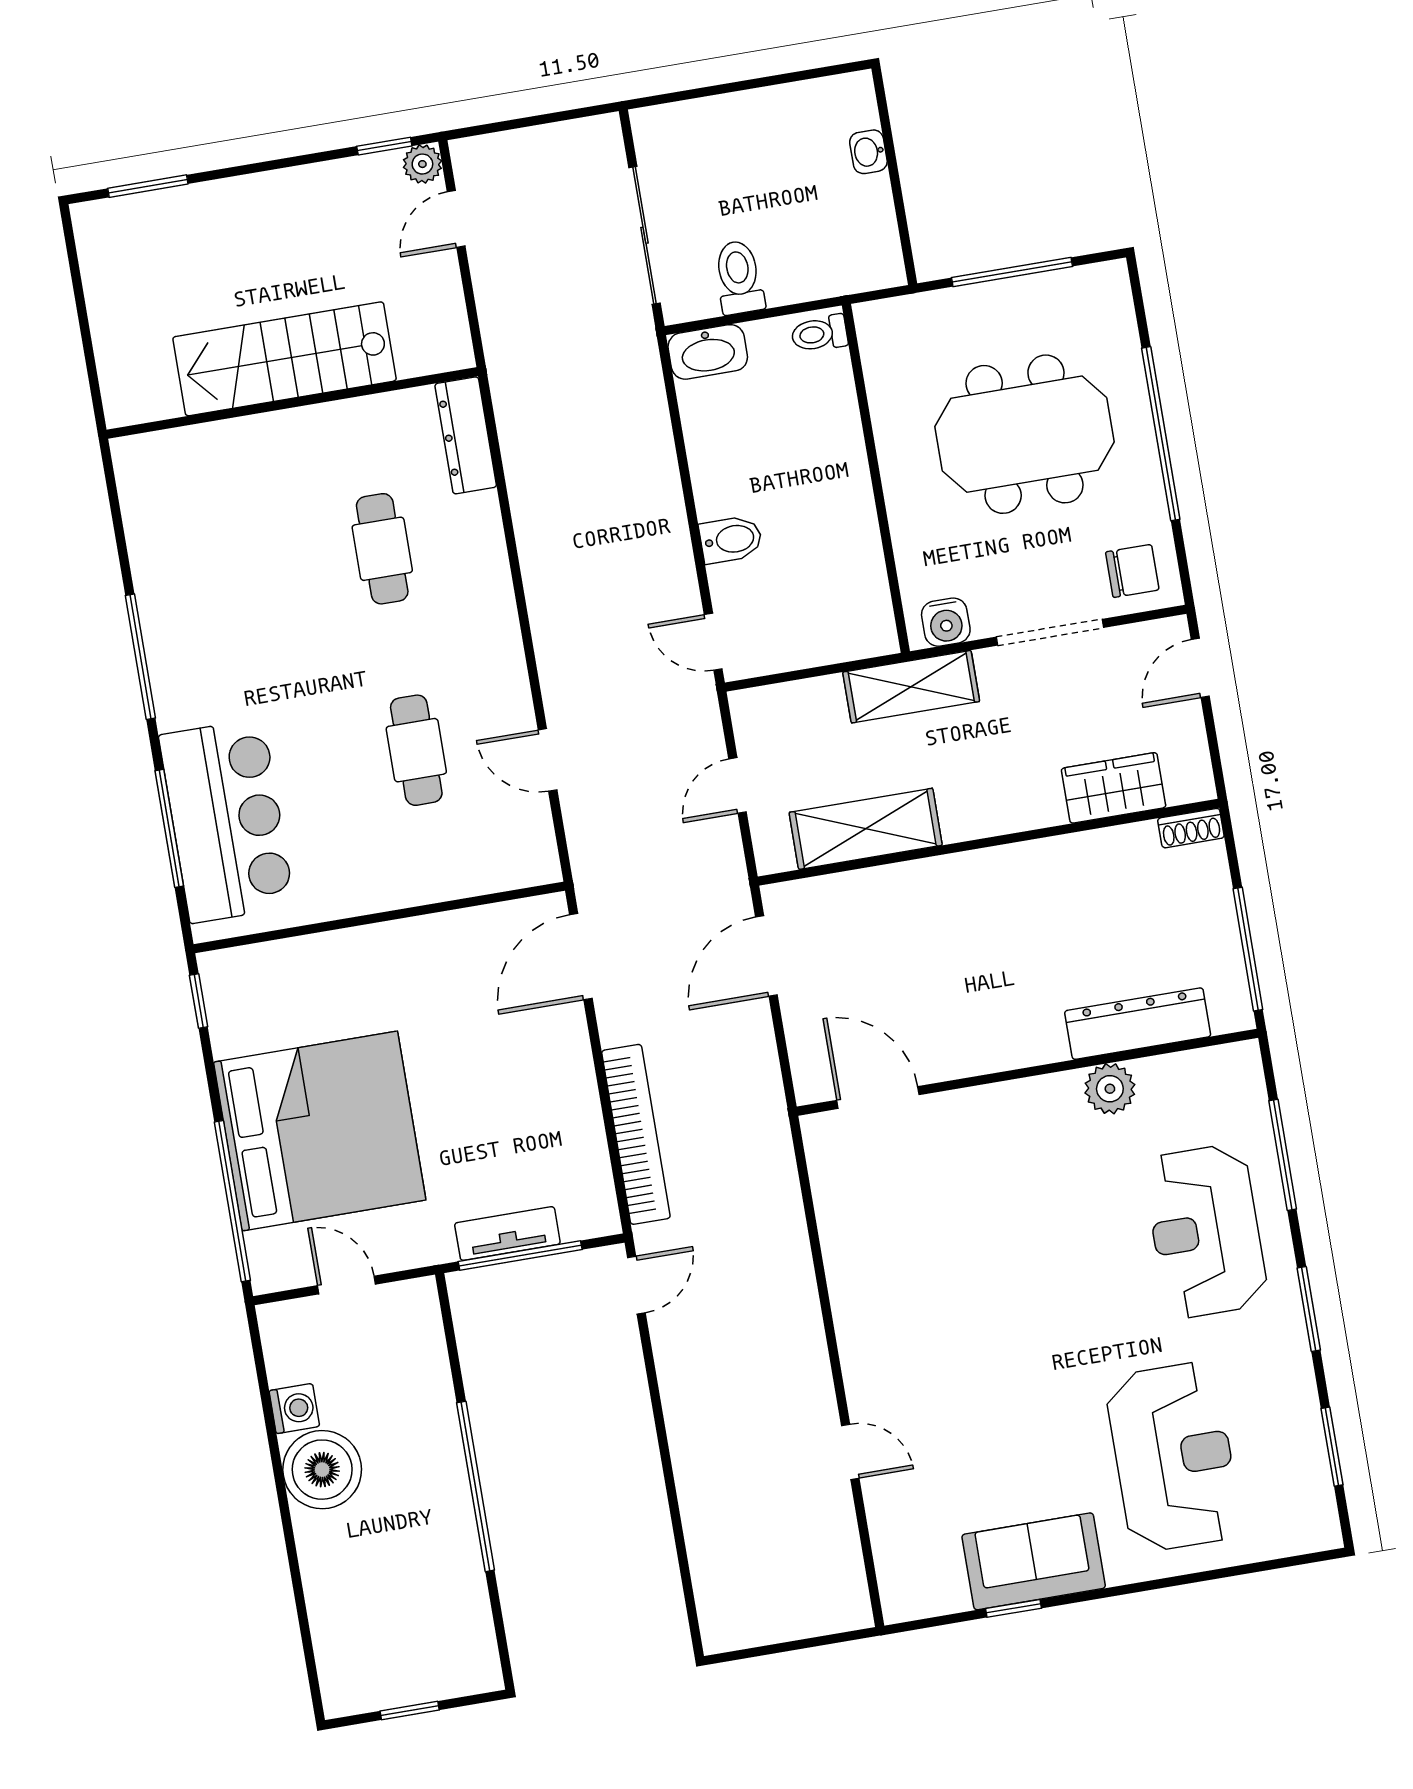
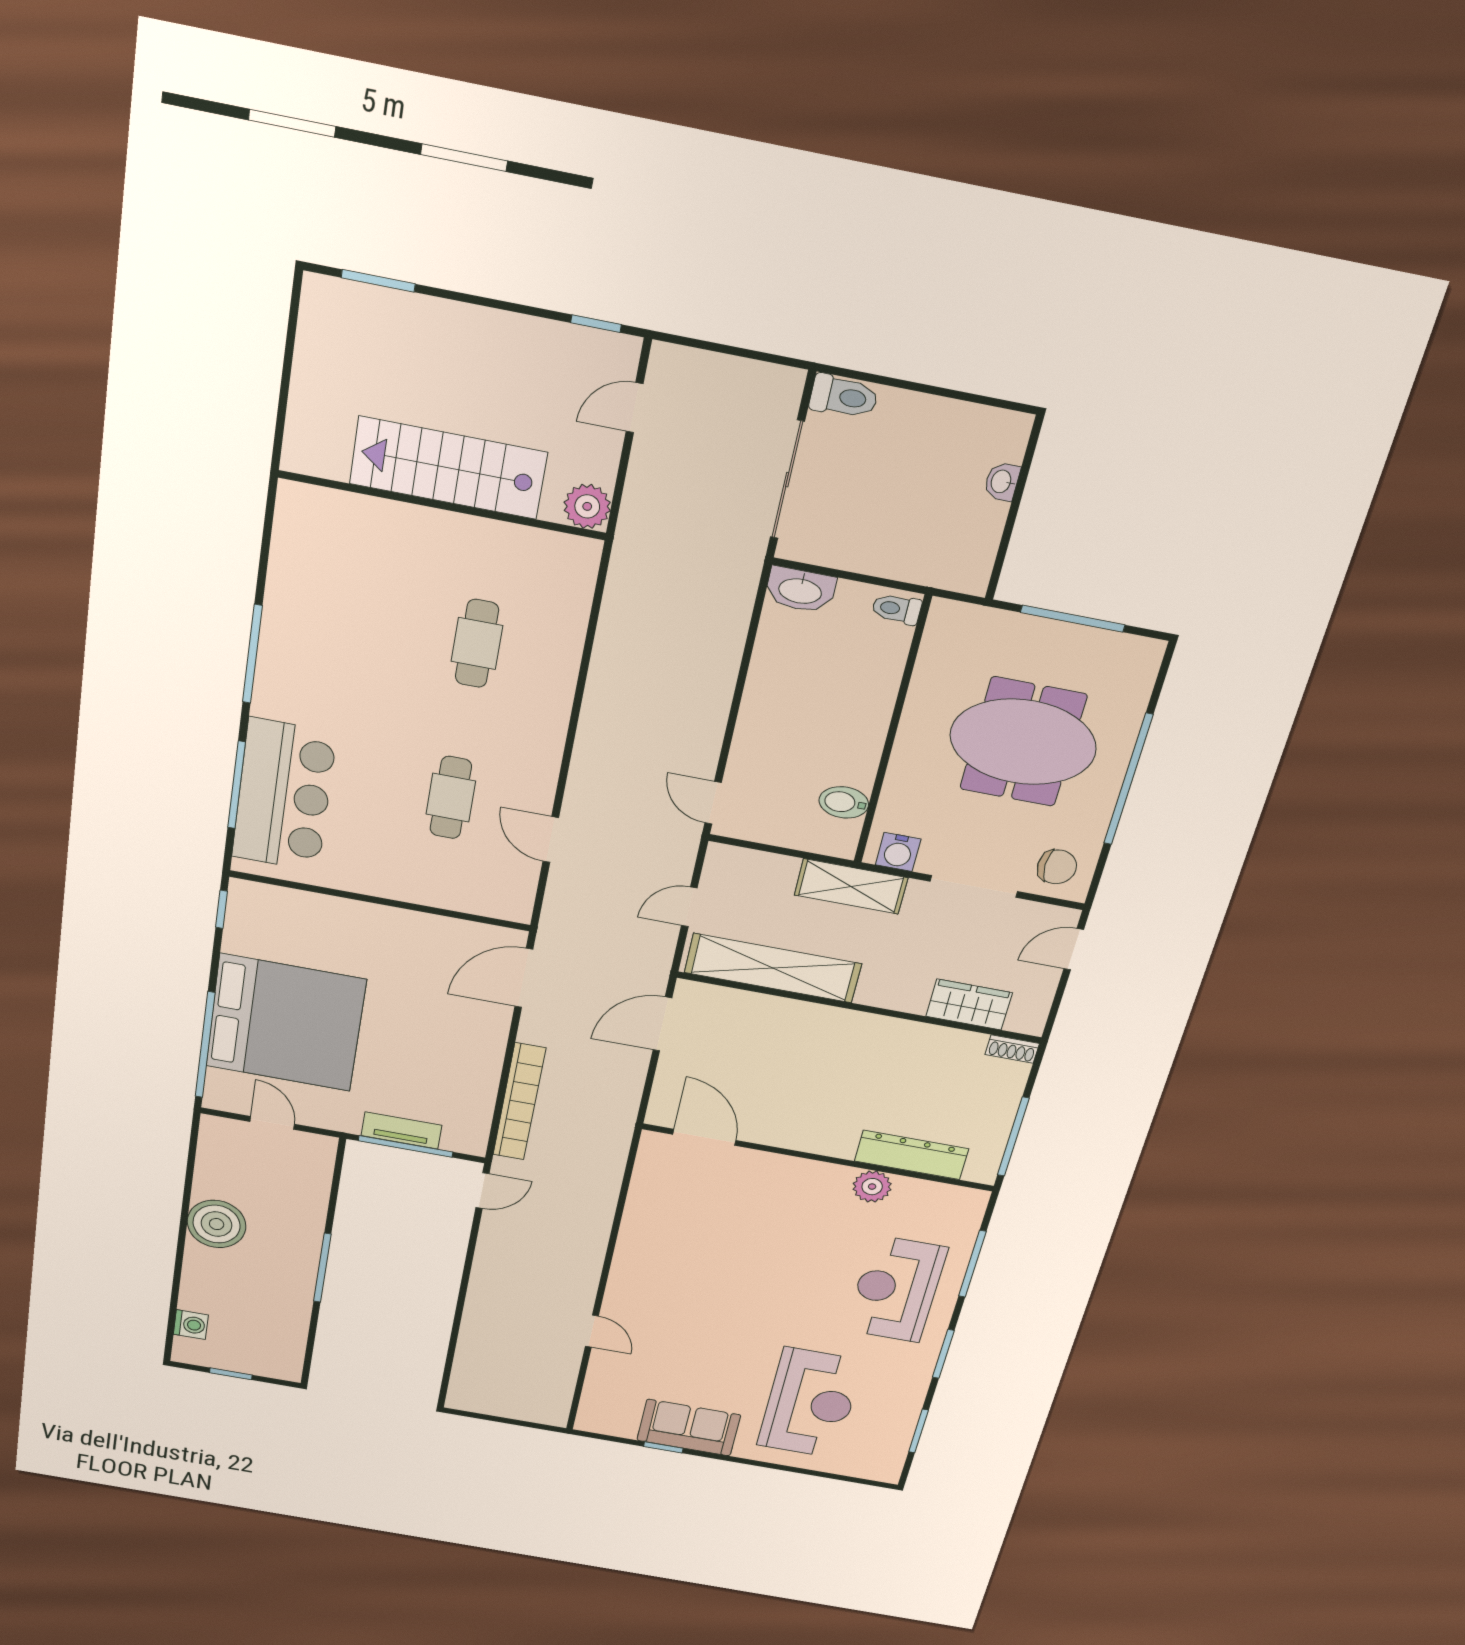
plant: (422, 164) -> (587, 506), moved, width x1.38, depth x1.38
toilet: (739, 277) -> (844, 397), moved, turned 90
dresser: (466, 435) -> (577, 582), removed
bidet: (731, 540) -> (844, 802), moved, turned 180
shelving: (866, 829) -> (773, 968), width x1.47
washing machine: (294, 1409) -> (191, 1325), moved
window: (476, 1486) -> (322, 1268), width x0.68

